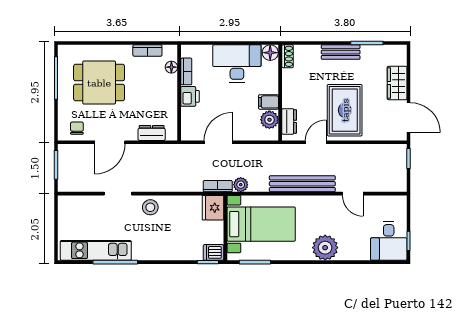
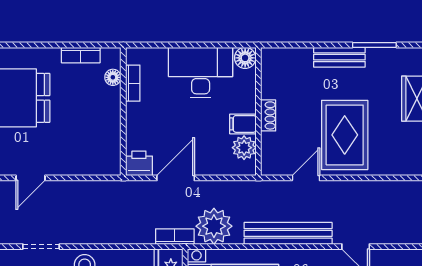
shoe rack: (287, 56) -> (268, 115), moved
printer: (190, 96) -> (139, 163), moved, turned -90
dresser: (289, 121) -> (270, 150), removed
dresser: (152, 133) -> (86, 165), removed
door: (110, 142) -> (30, 178), width x0.73
plant: (241, 185) -> (214, 226), width x1.88, depth x1.88

